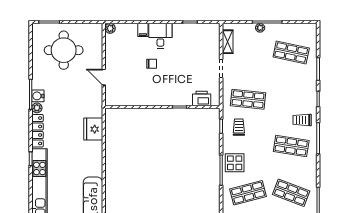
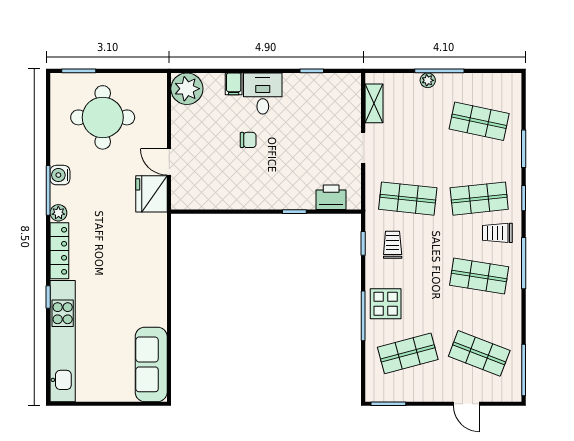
plant: (110, 28) -> (187, 89), width x1.88, depth x1.88
water cooler: (38, 96) -> (60, 175), moved
shop shelf: (291, 99) -> (479, 199), added
fridge: (93, 129) -> (152, 194), moved

